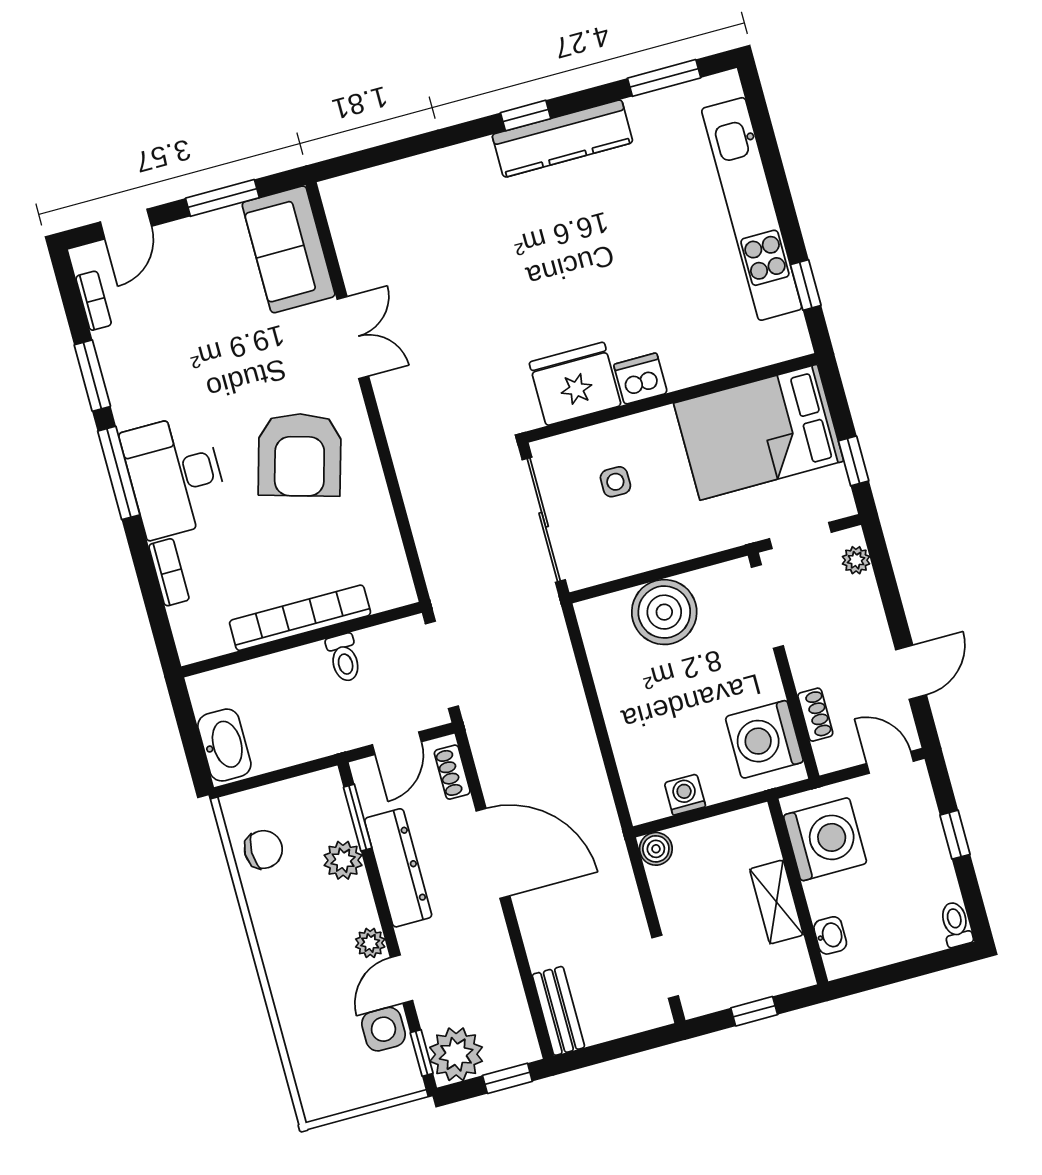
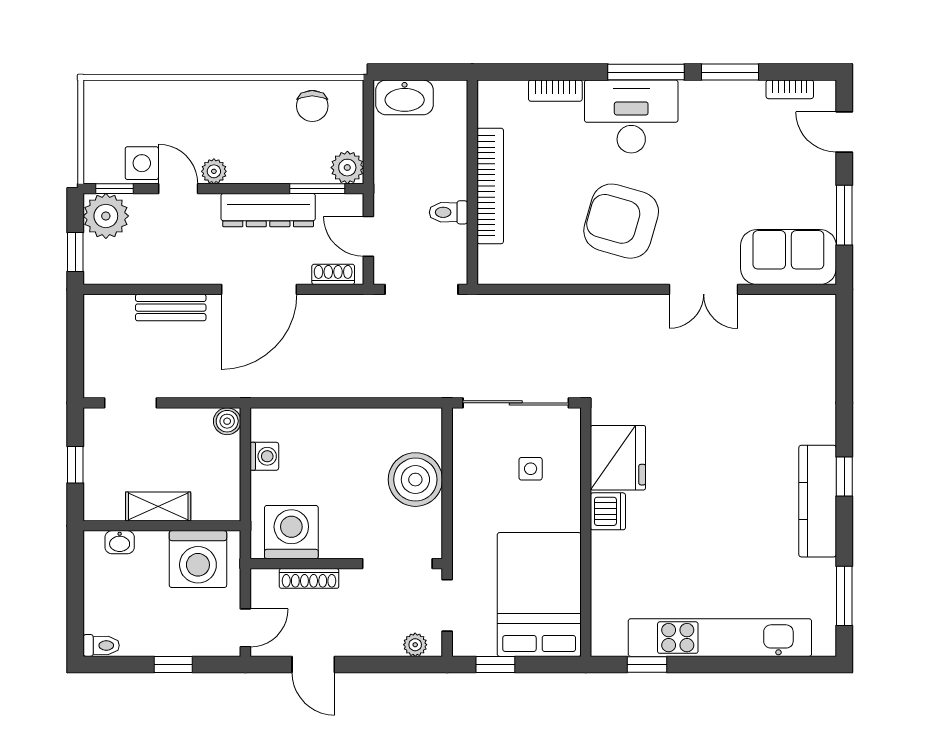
shoe rack: (815, 715) -> (309, 578), width x1.43
plant: (343, 860) -> (347, 168), moved
bench: (558, 1011) -> (171, 308), moved

